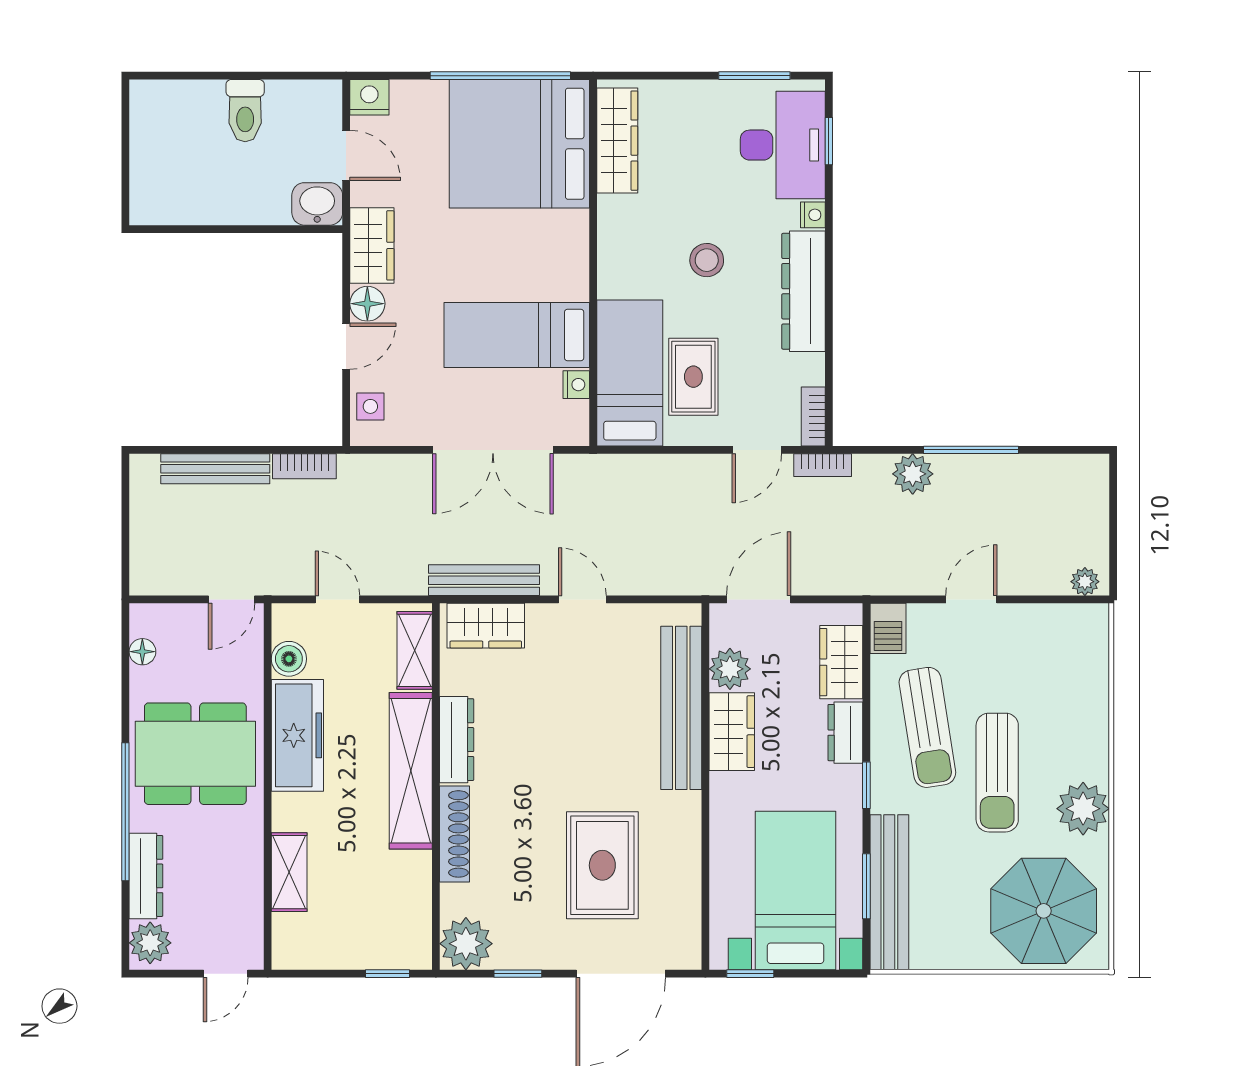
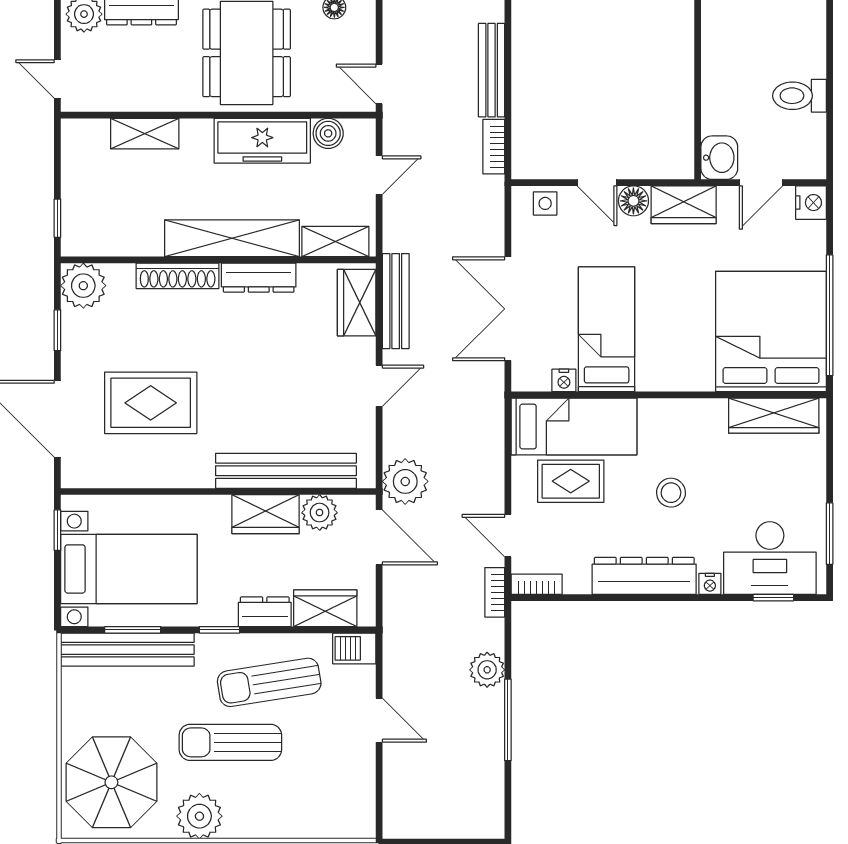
plant: (1085, 582) -> (405, 481), moved, width x1.87, depth x1.87

